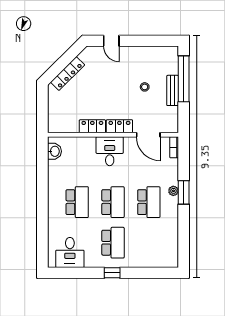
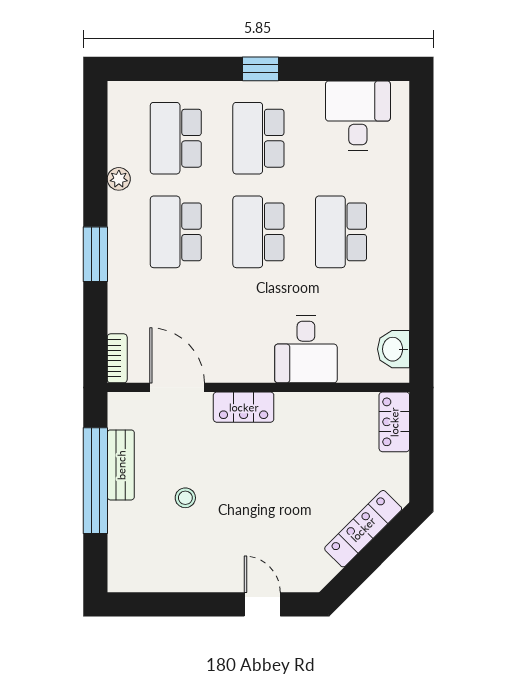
window: (184, 79) -> (95, 481), moved
bench: (173, 90) -> (121, 465), moved
locker: (92, 126) -> (394, 422), moved, turned 90
desk: (110, 151) -> (306, 349), moved
plant: (173, 191) -> (119, 179), moved
school desk: (149, 243) -> (176, 138), added

